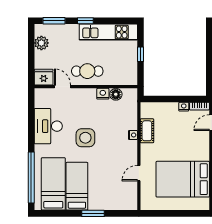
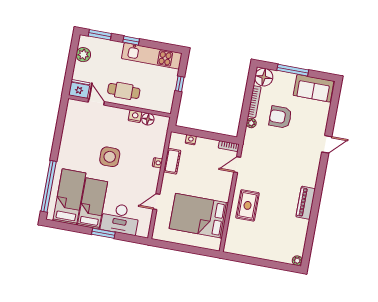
nightstand: (184, 107) -> (191, 140), moved
desk: (48, 126) -> (120, 219), moved, turned -90

